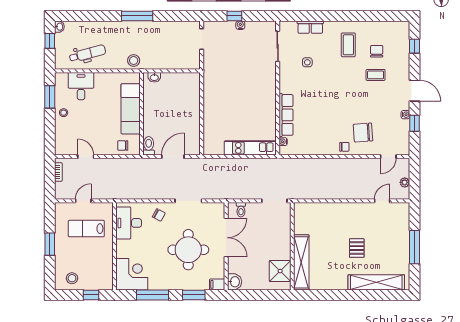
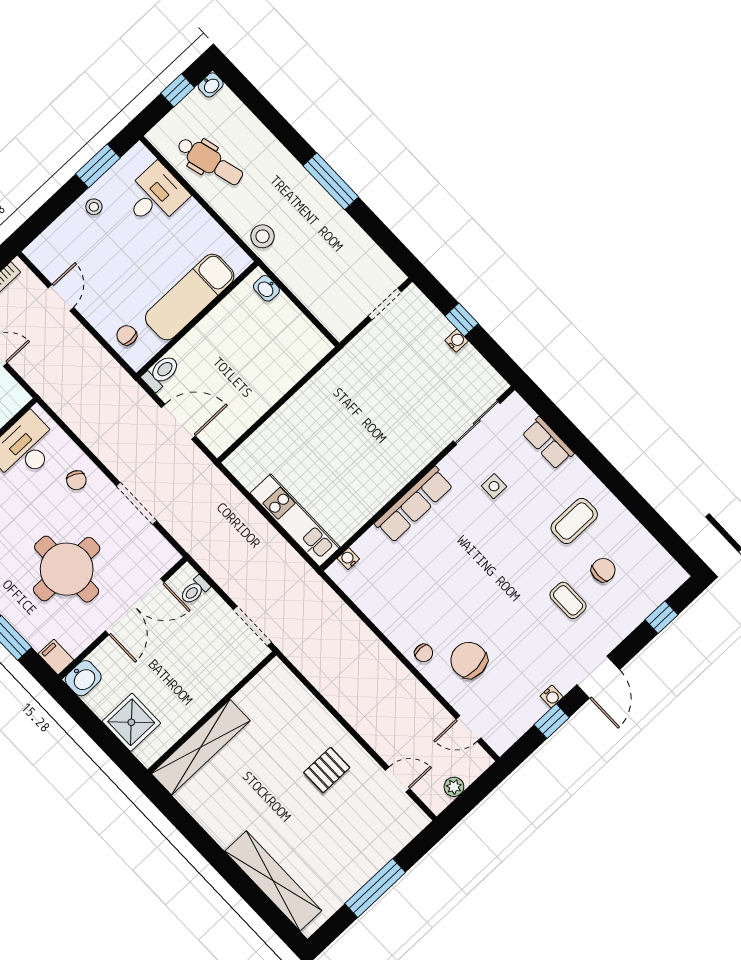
row of seats: (286, 115) -> (414, 504), moved
pallet: (357, 248) -> (327, 770), moved
shower: (280, 271) -> (131, 722), moved

